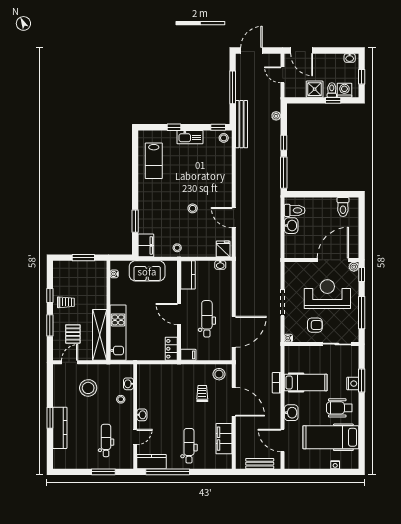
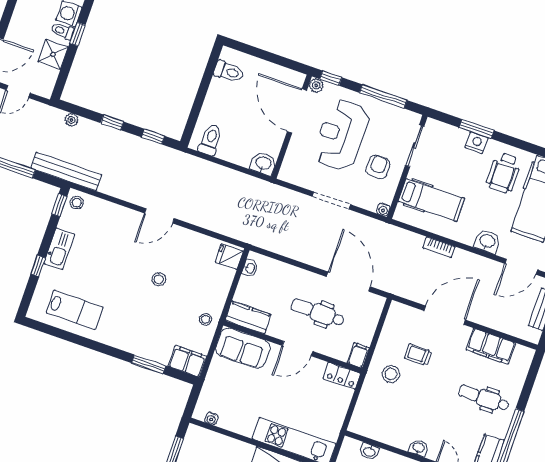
window: (284, 173) -> (153, 137), width x0.46
door: (234, 218) -> (159, 216), moved
washbasin: (291, 226) -> (263, 164), moved
sofa: (147, 271) -> (243, 348), moved, turned 90
stool: (219, 374) -> (391, 374), moved
hospital bed: (306, 383) -> (431, 200), moved, turned 90

